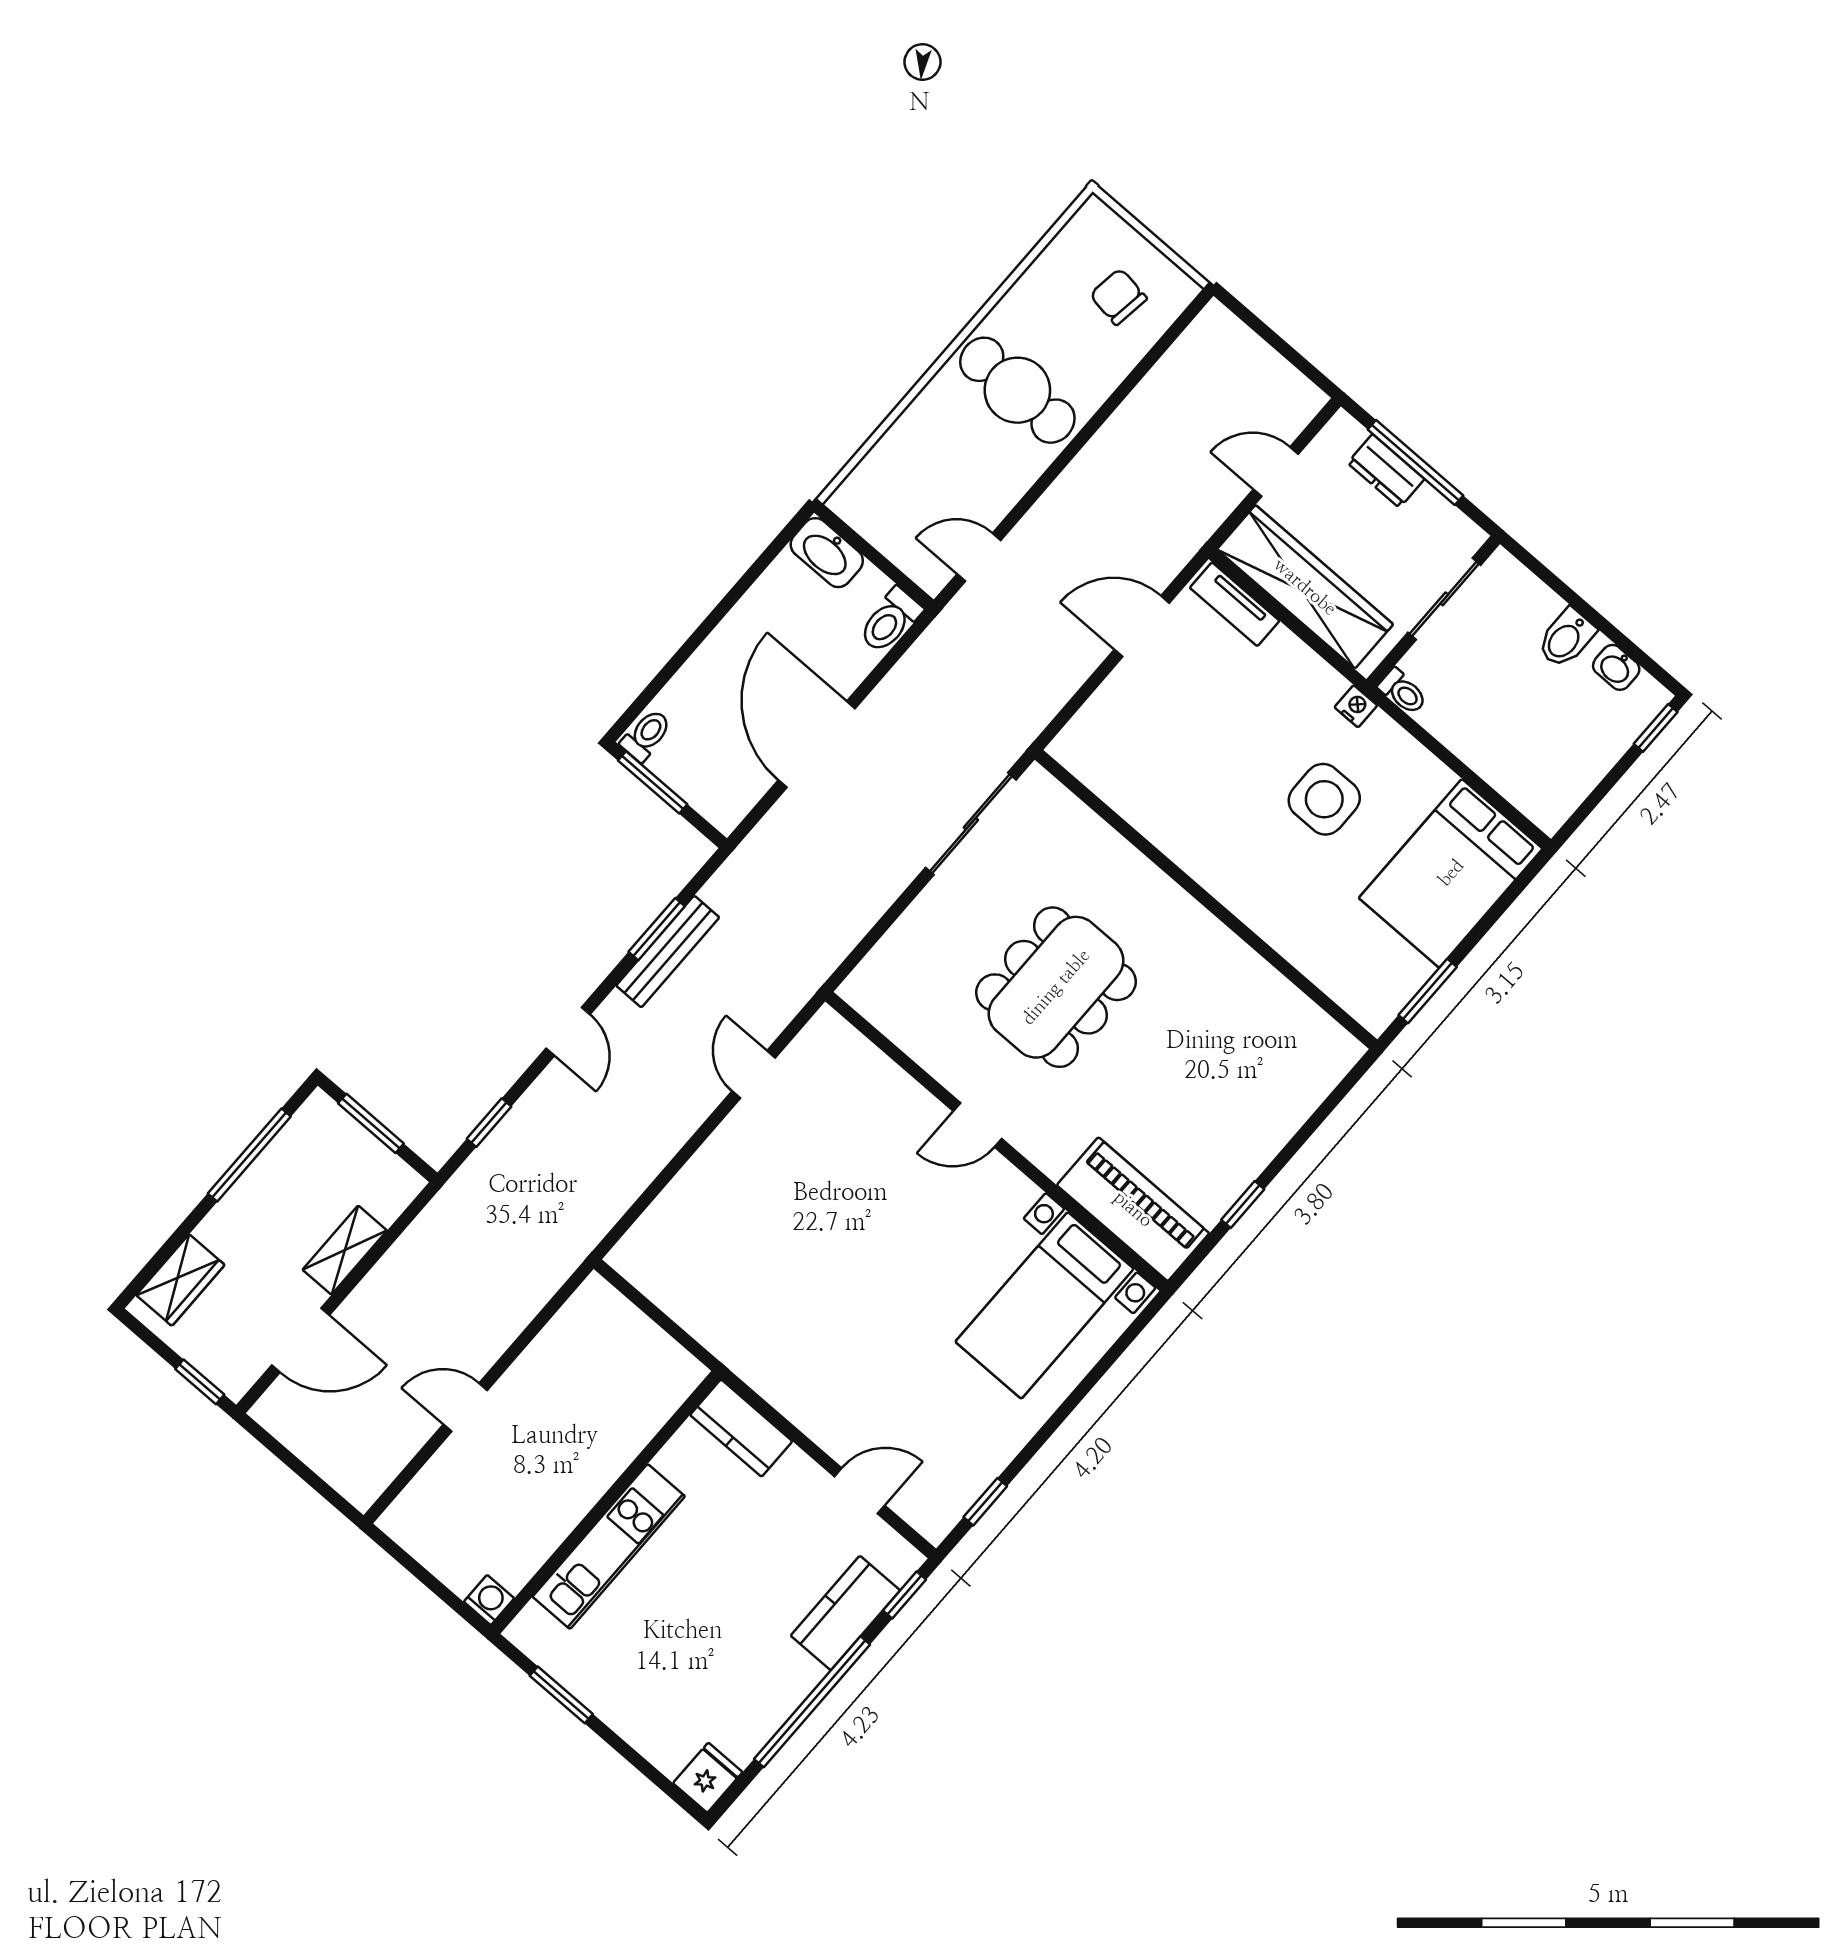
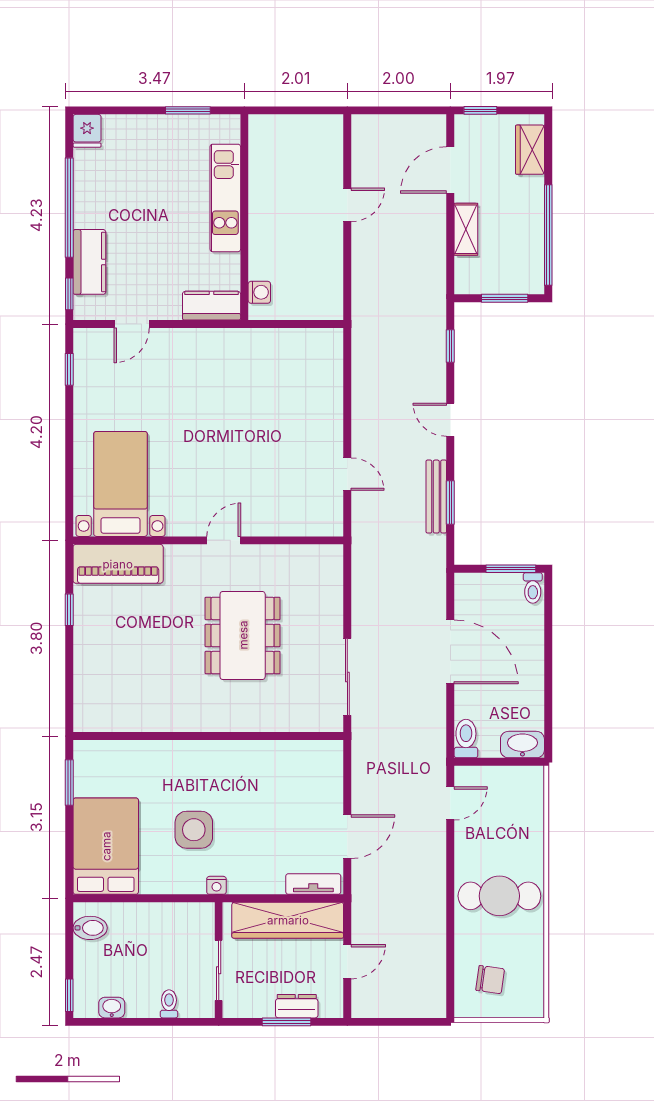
window: (1415, 462) -> (287, 1022), width x0.69
bidet: (1566, 638) -> (90, 928), moved, turned 90
toilet: (1403, 692) -> (169, 1004), moved, turned 90
window: (249, 1155) -> (548, 235), width x1.46
washing machine: (489, 1600) -> (259, 292), moved, turned -90

